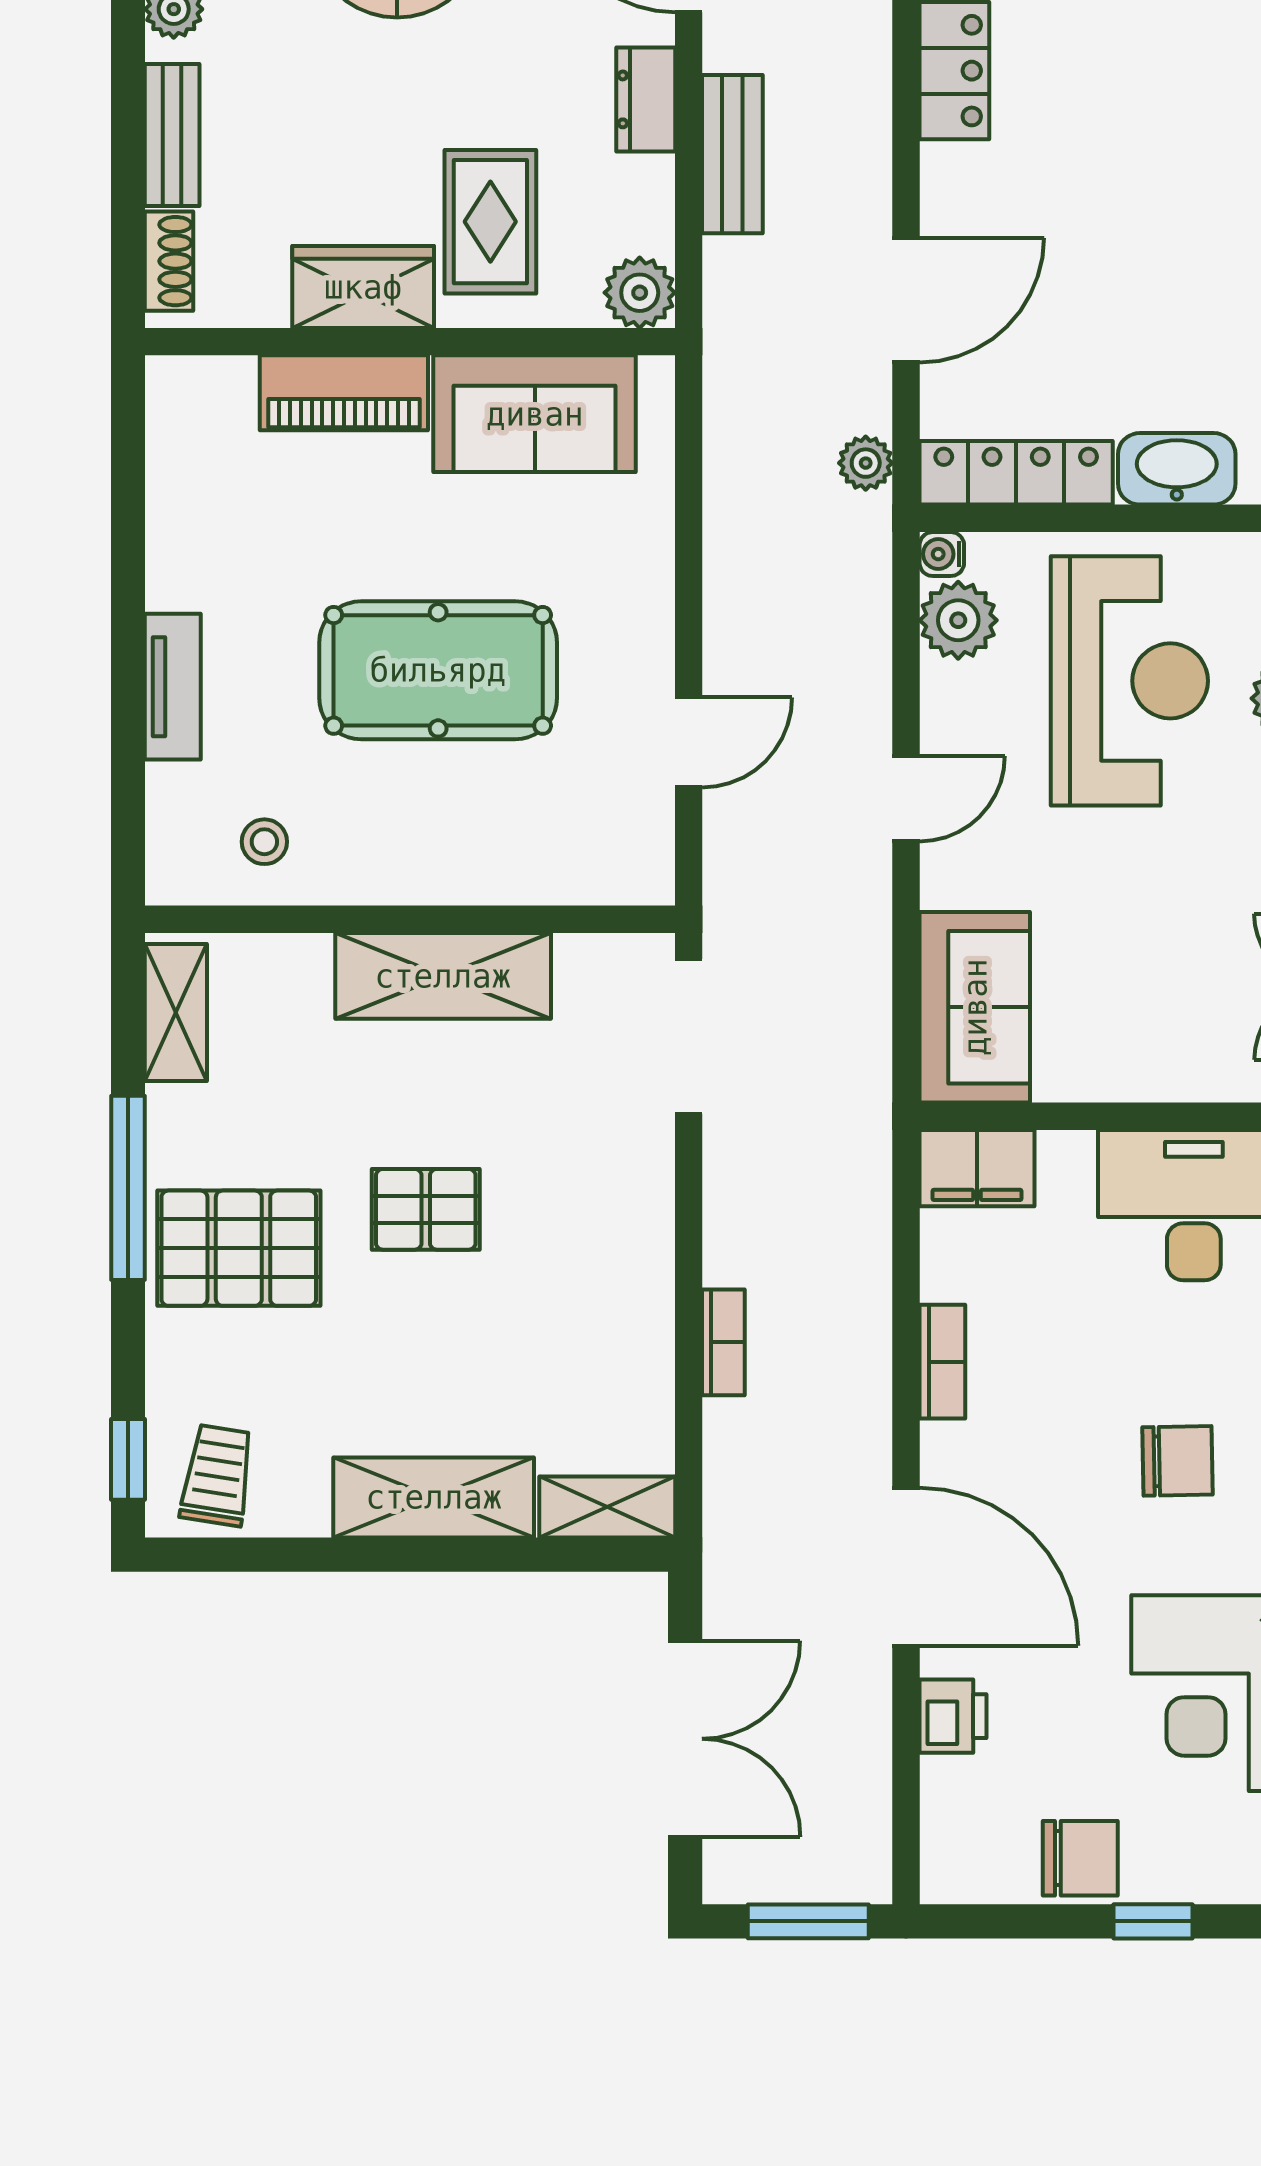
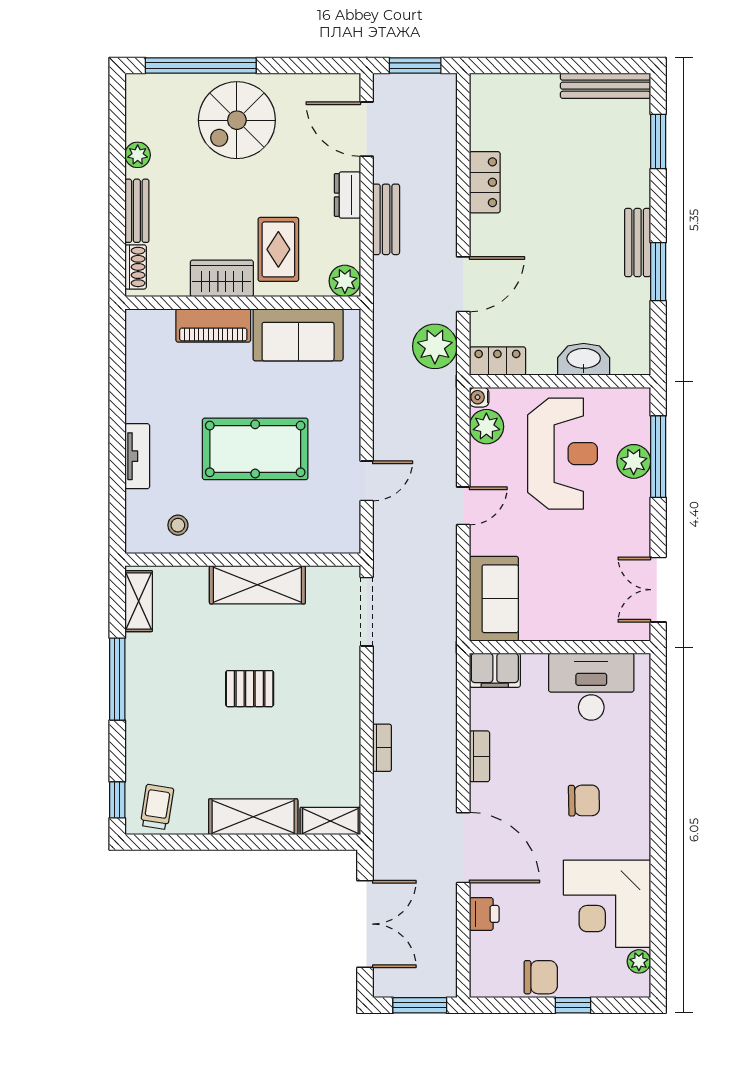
plant: (866, 463) -> (435, 346), width x1.88, depth x1.88
locker: (1016, 473) -> (497, 361), width x0.66
pallet: (239, 1248) -> (167, 706), removed

